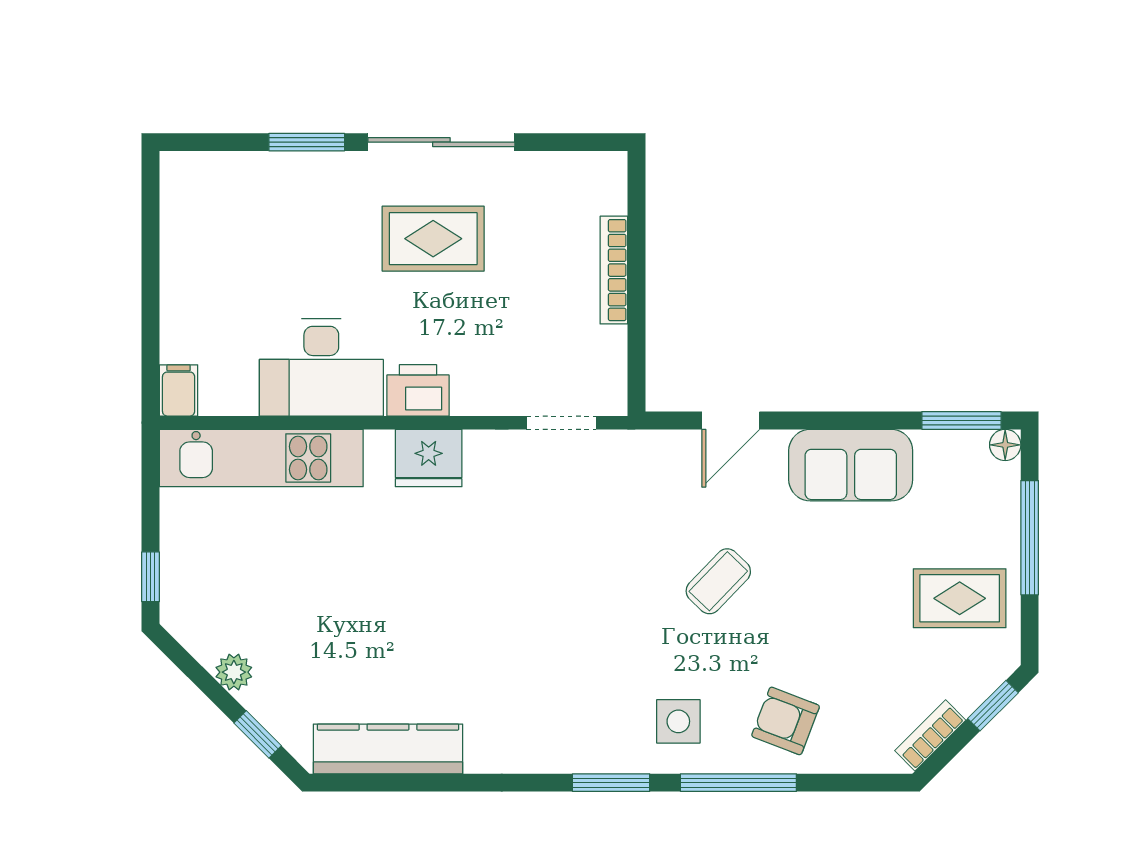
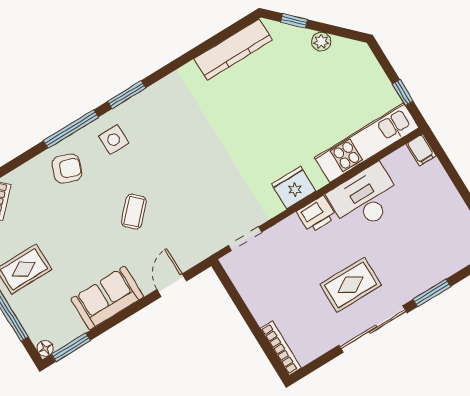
bookcase: (614, 270) -> (281, 348), moved
window: (151, 577) -> (403, 93), moved

